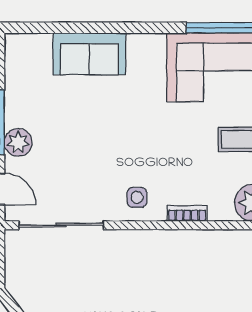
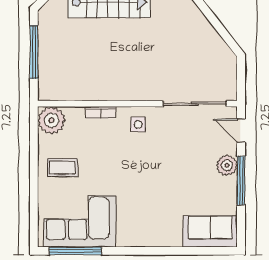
sofa: (89, 54) -> (210, 231), moved

